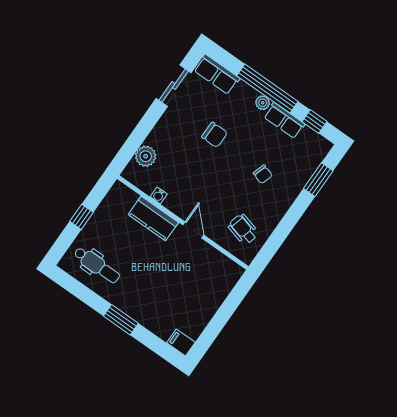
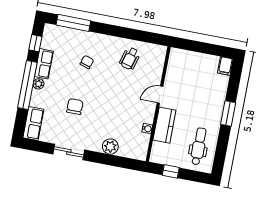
sliding door: (174, 86) -> (69, 152), moved
window: (318, 180) -> (73, 23), width x1.44
water cooler: (159, 195) -> (147, 129), moved
kitchen counter: (153, 218) -> (164, 125), moved
wall: (183, 223) -> (158, 104), moved
door: (193, 230) -> (160, 95), moved

